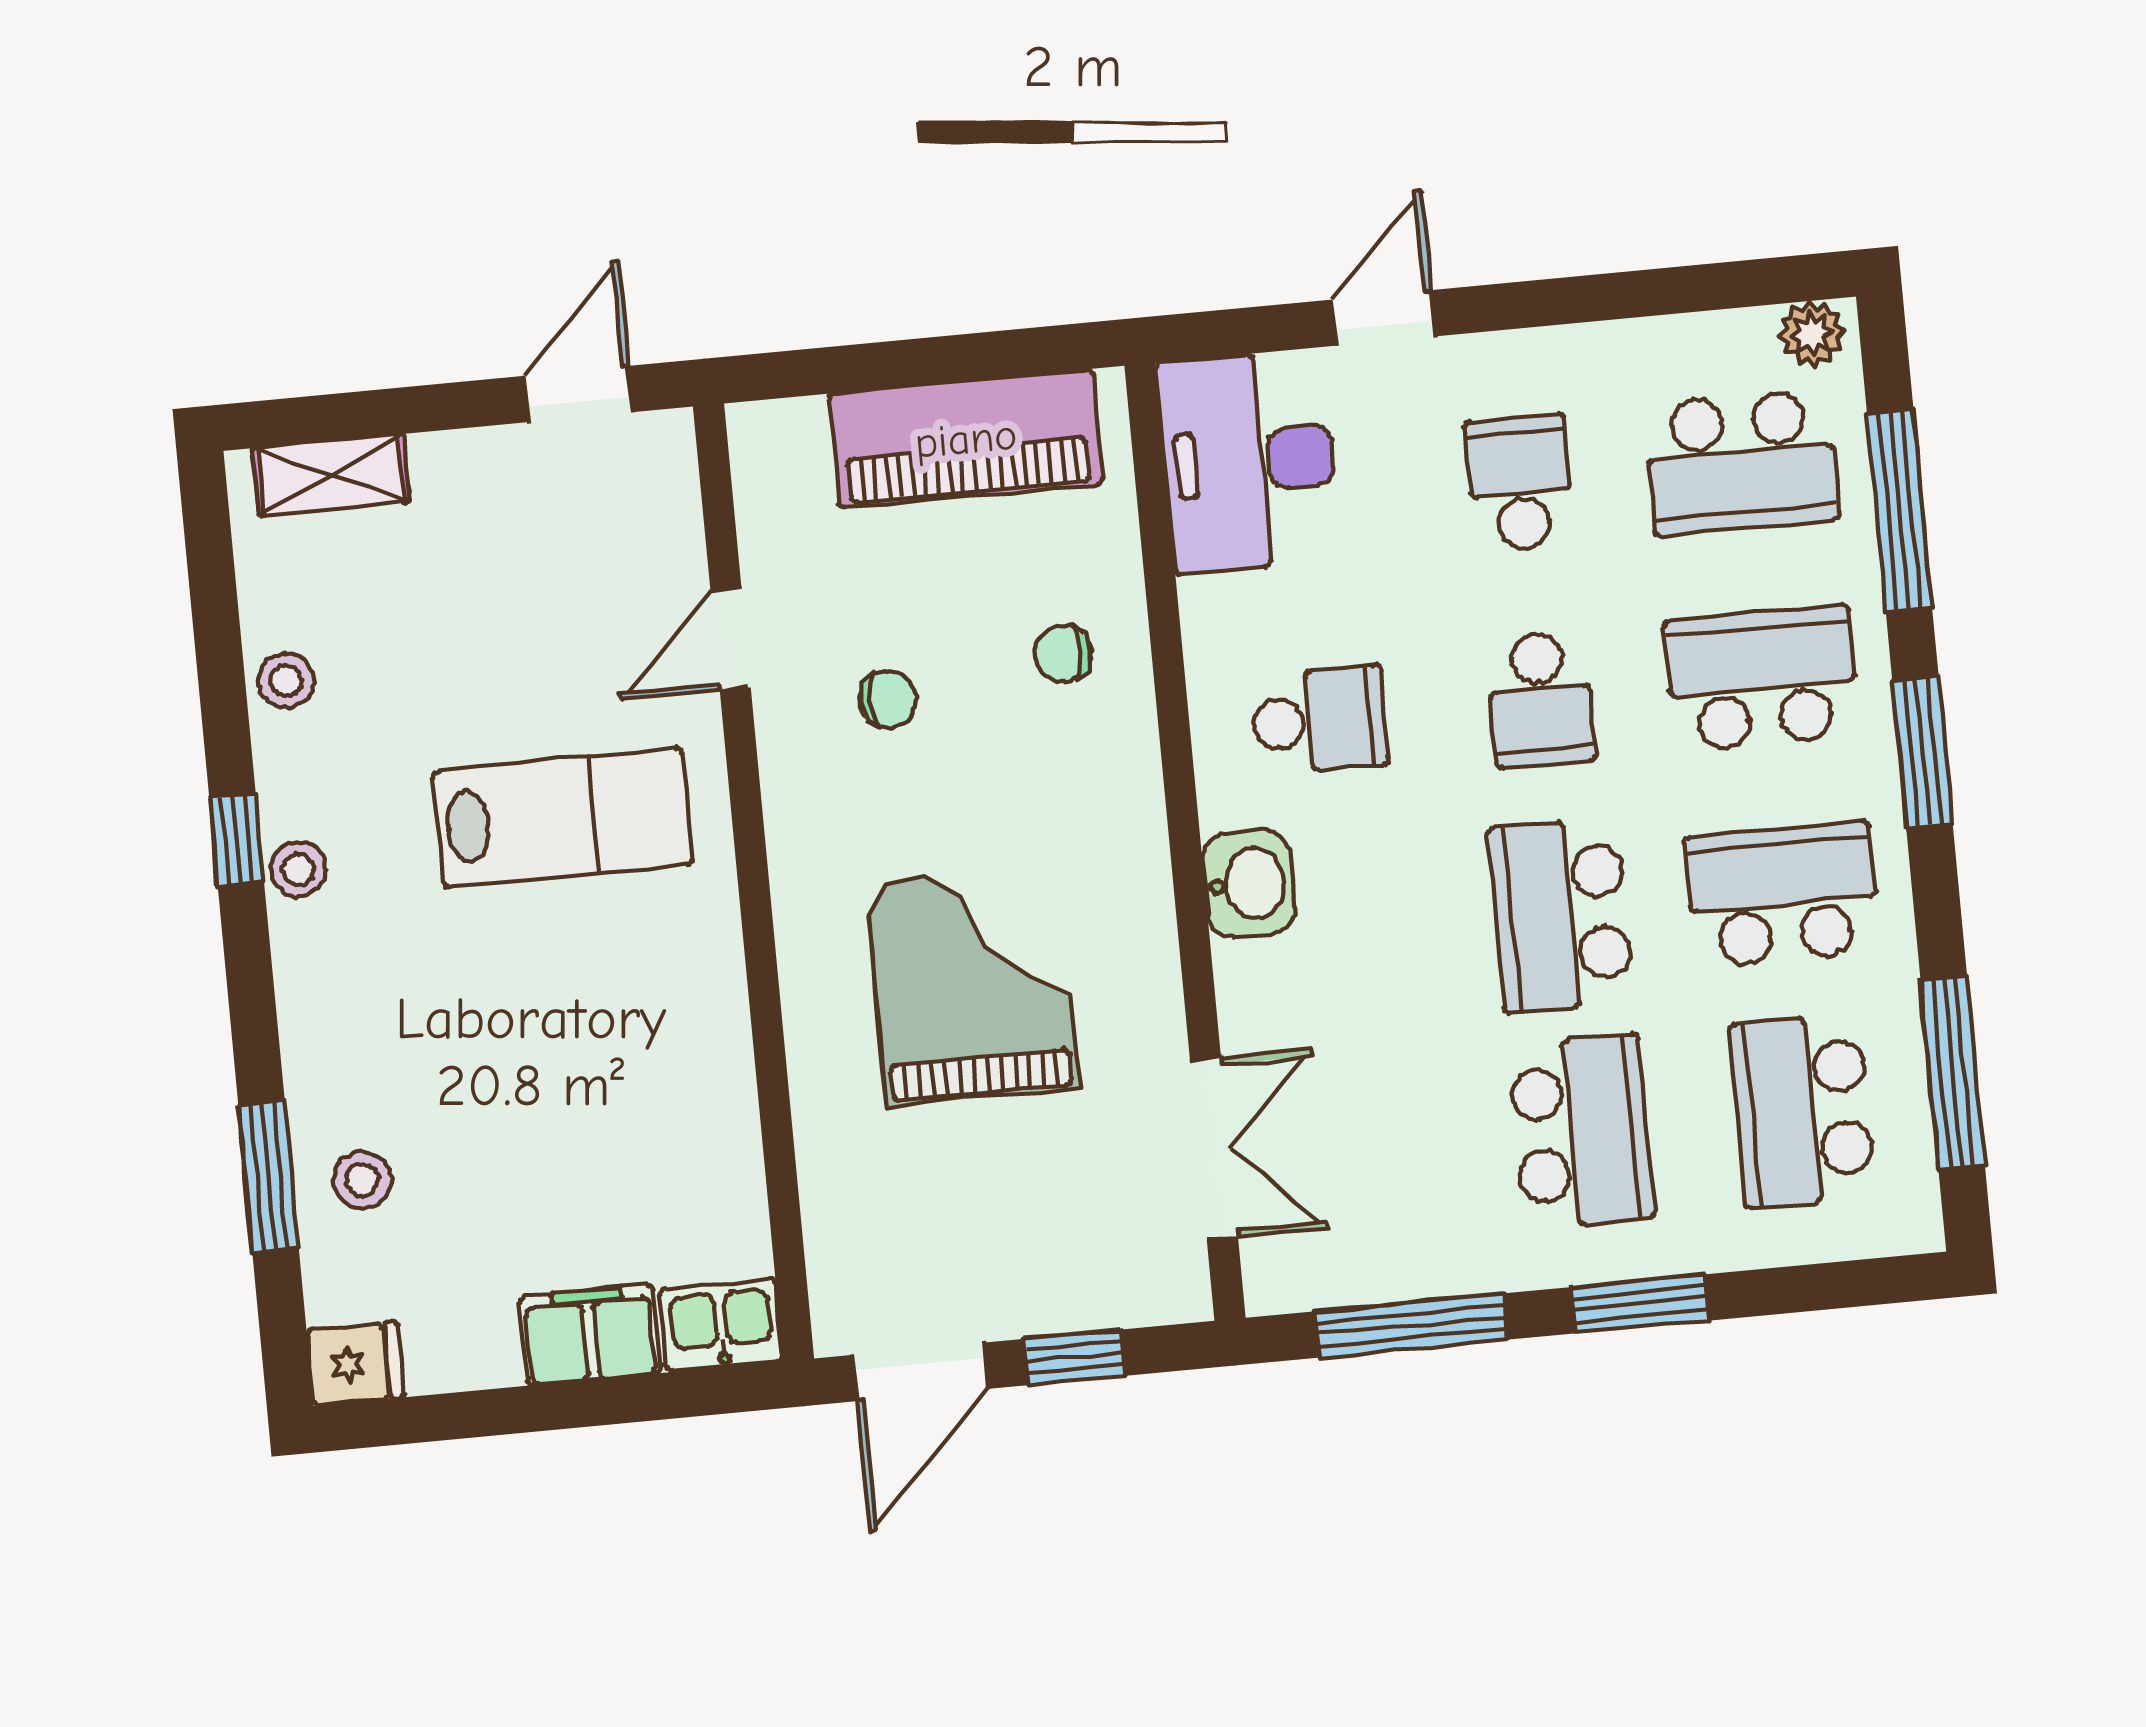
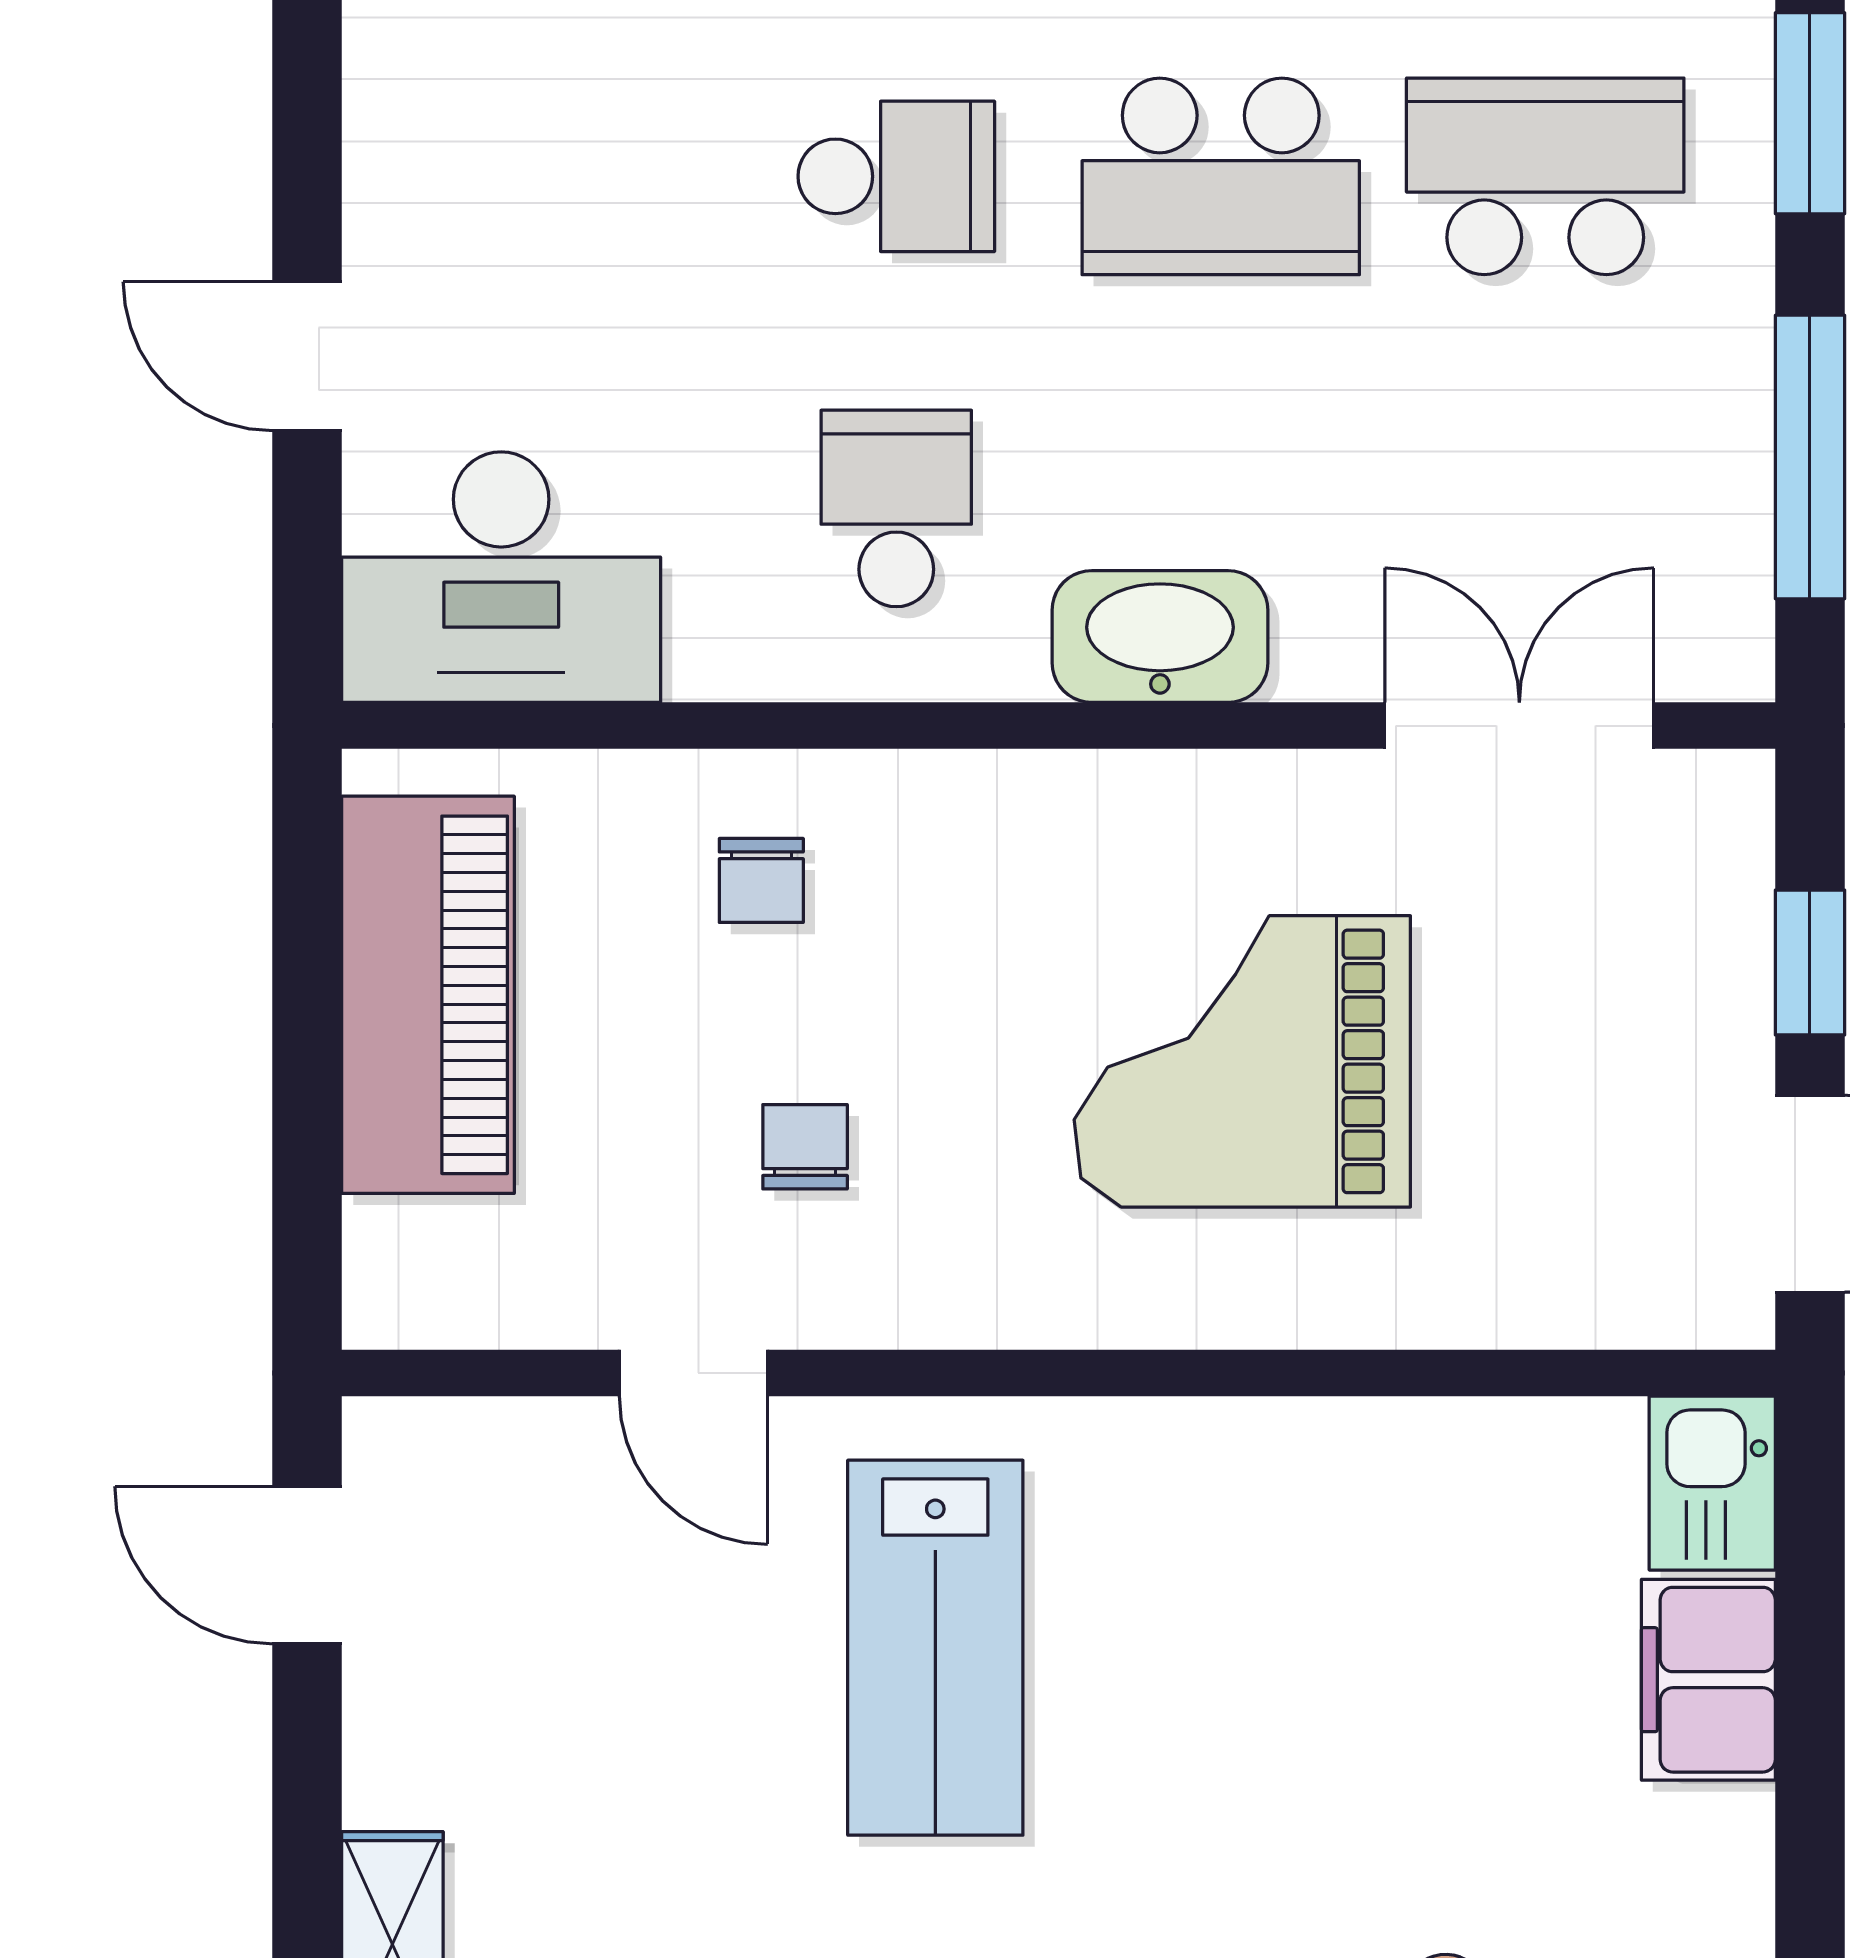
school desk: (1520, 483) -> (572, 176), removed
lab bench: (563, 818) -> (935, 1648), turned 180
washbasin: (1249, 884) -> (1160, 637), width x1.38

